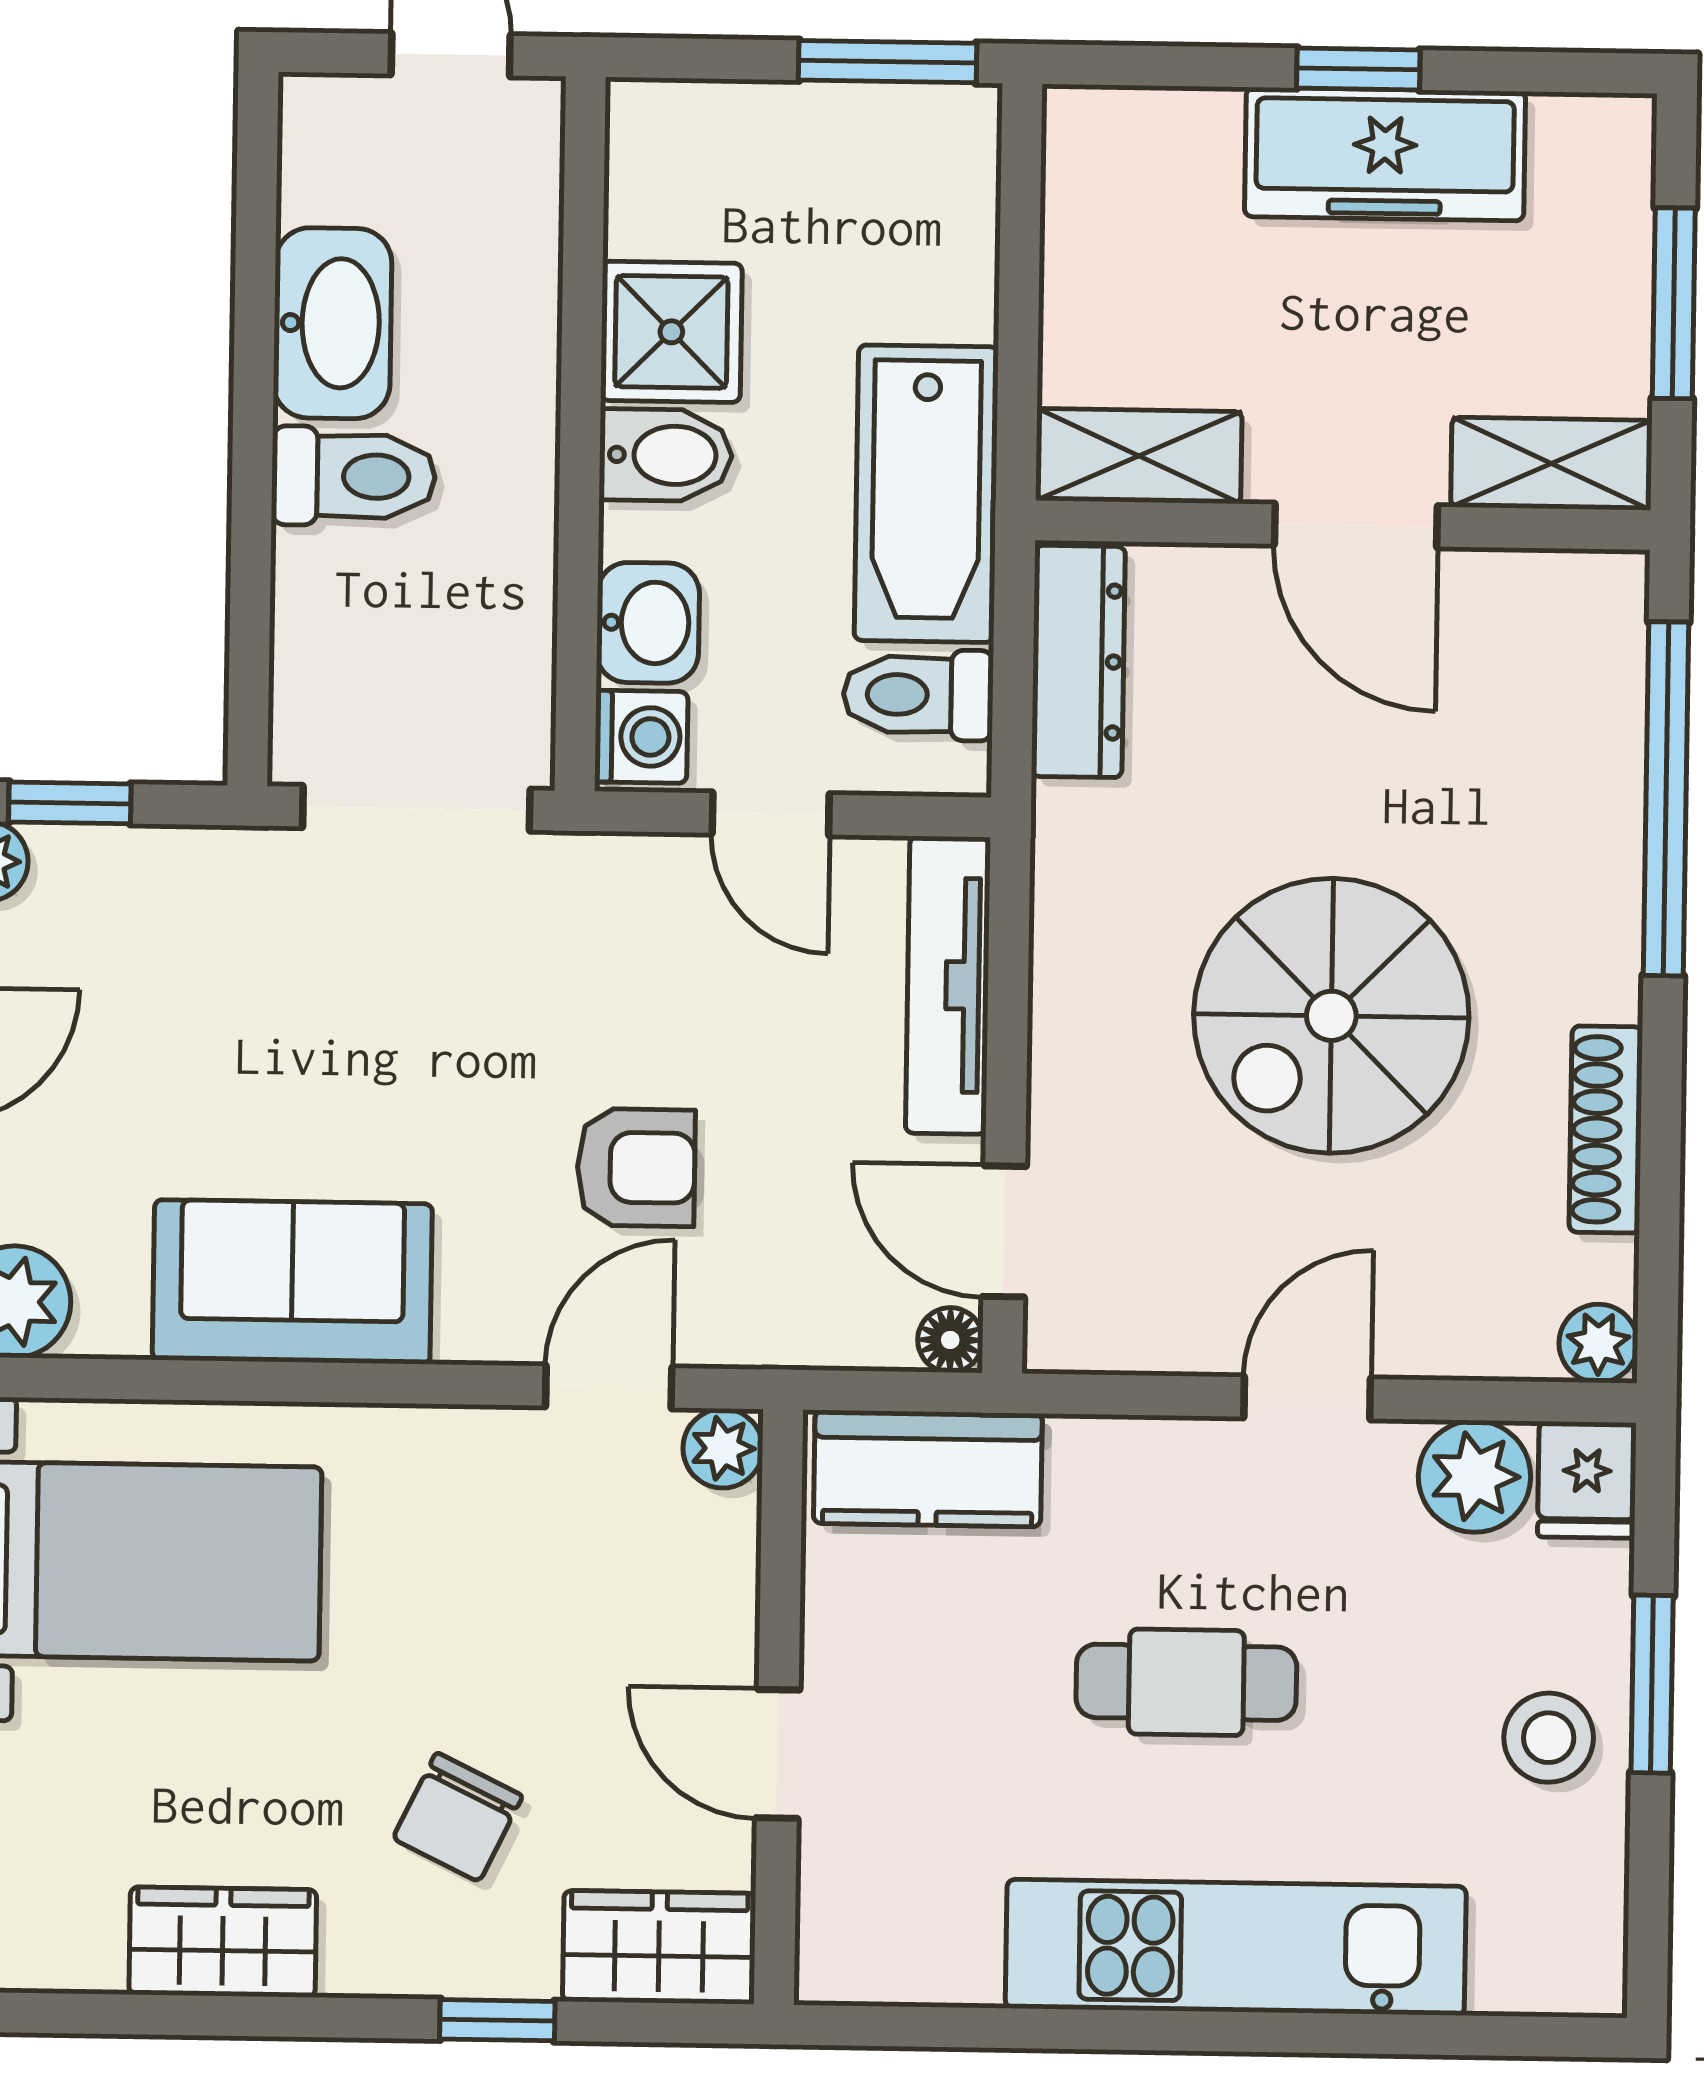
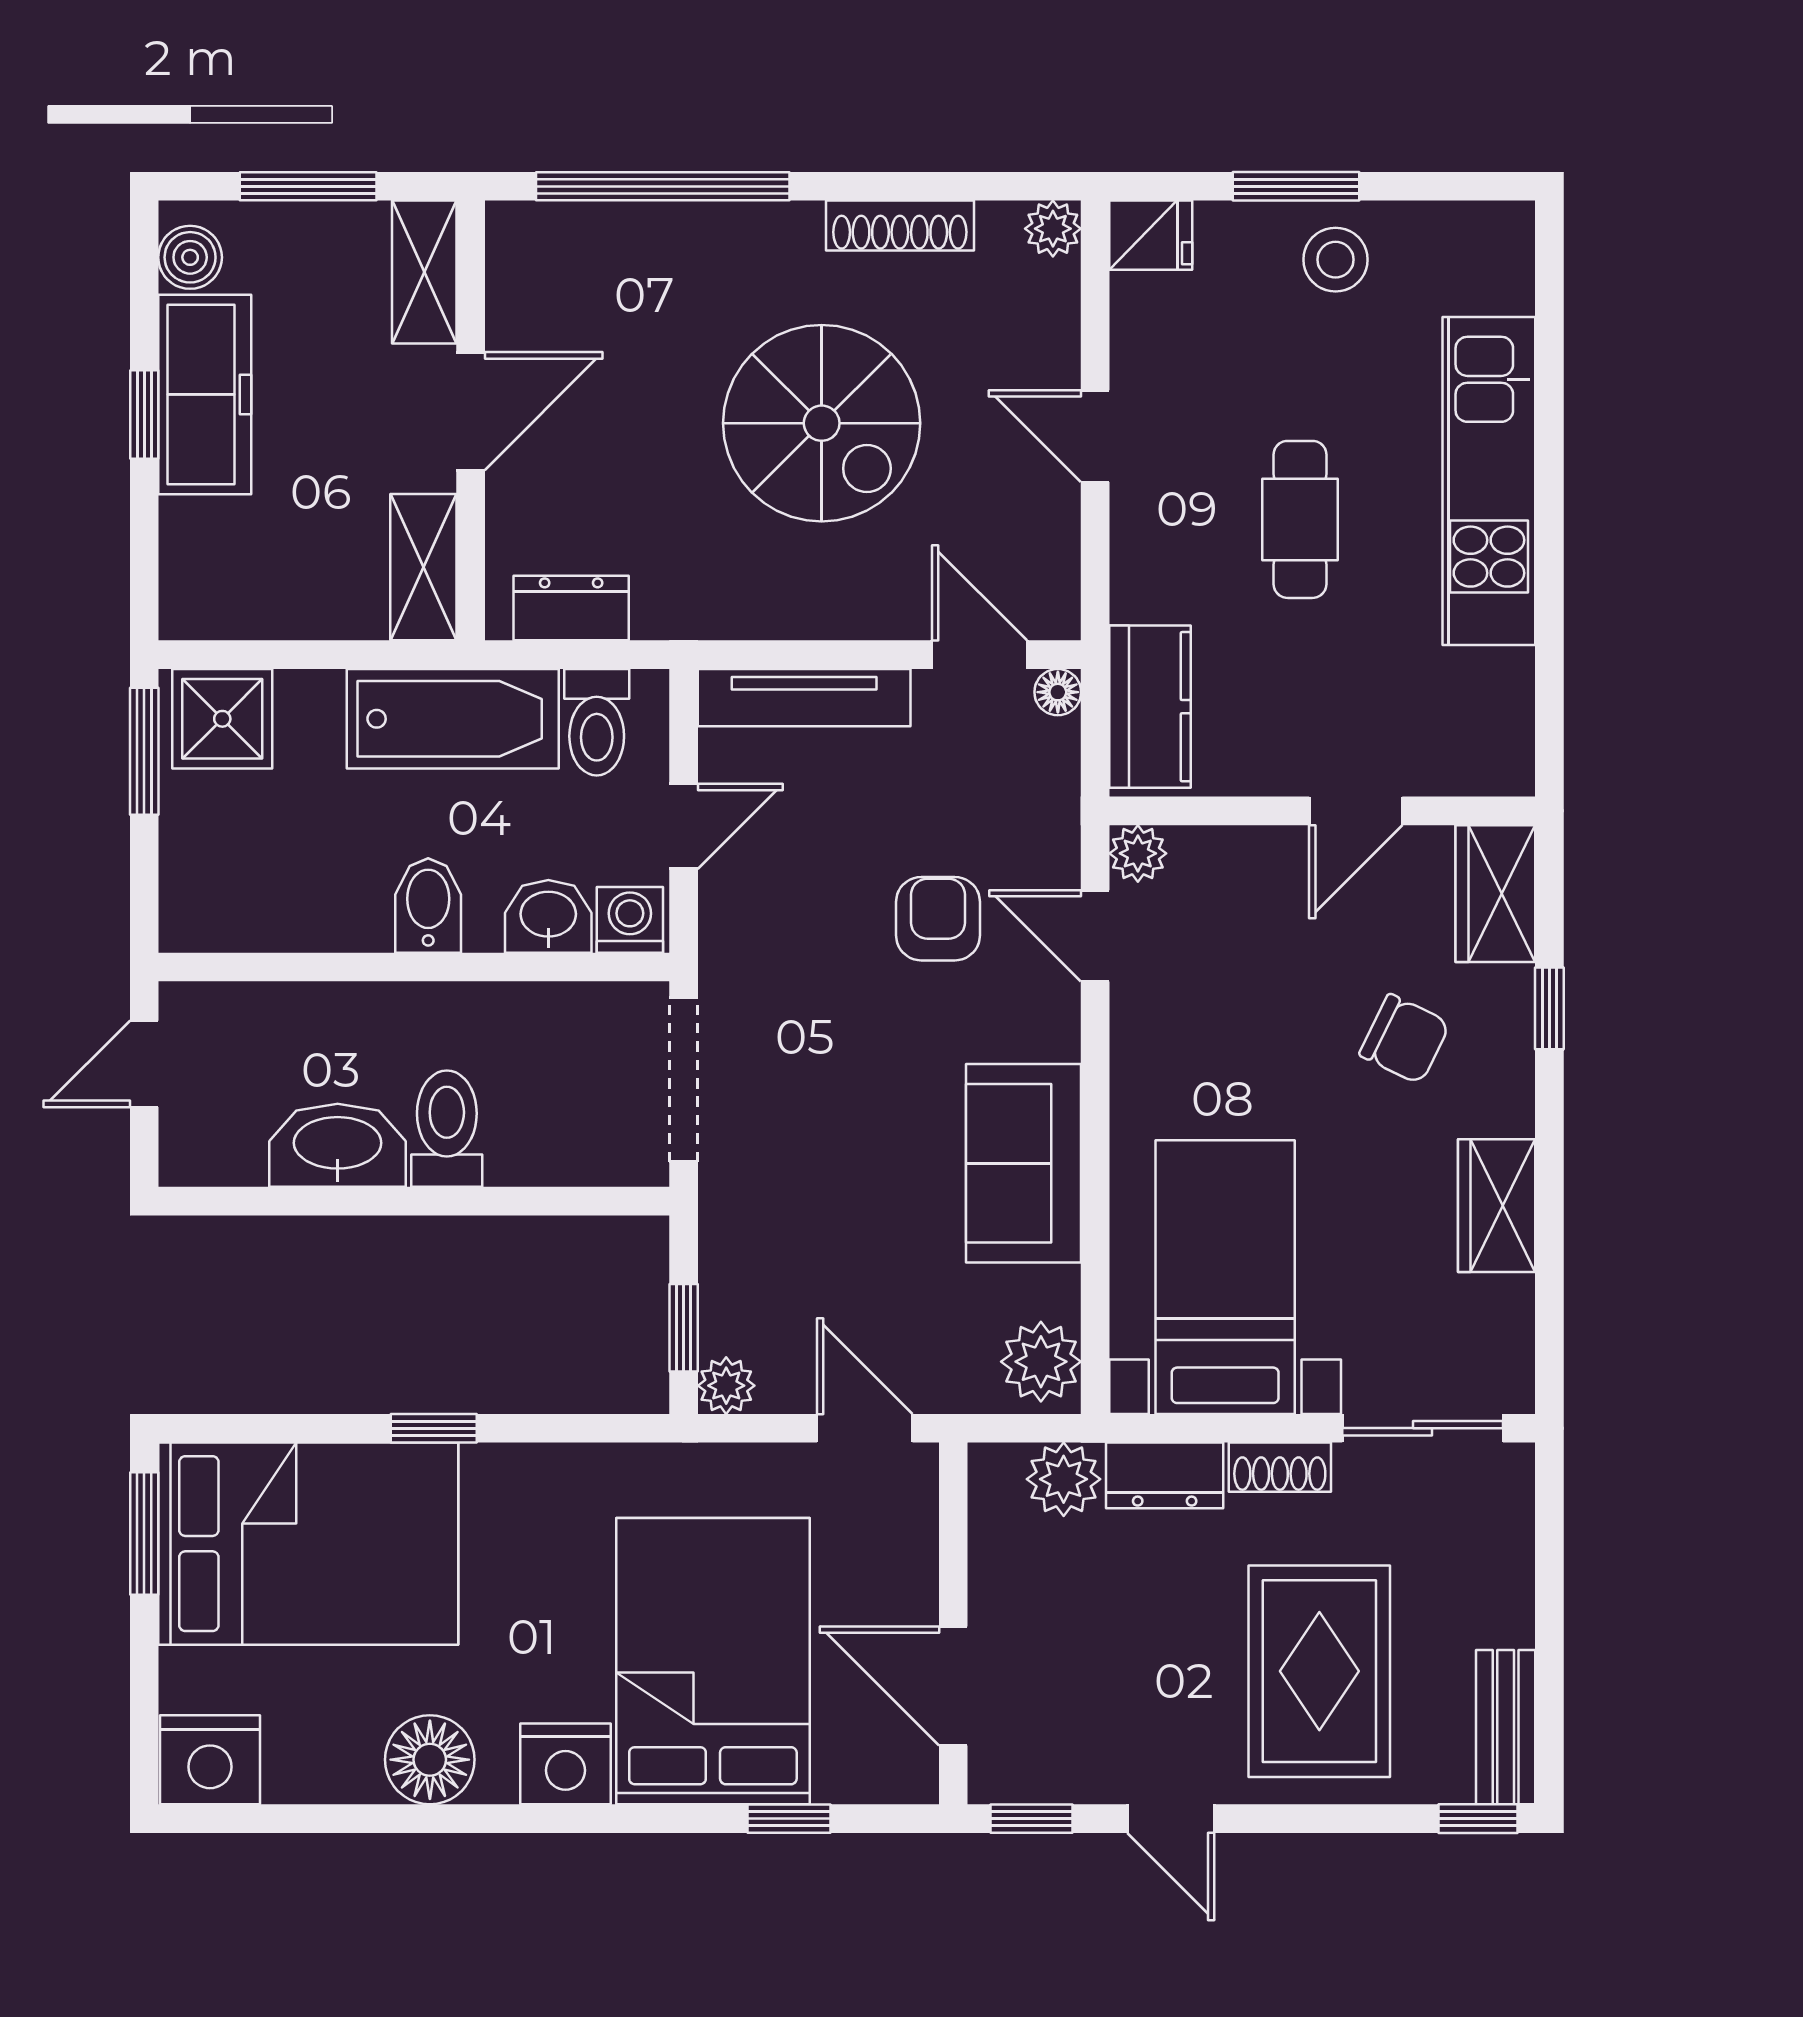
boiler: (1577, 137) -> (190, 257), added
shower: (671, 332) -> (222, 719), moved
dresser: (1078, 661) -> (571, 608), width x0.70
door: (1004, 1231) -> (980, 655), swing flipped
plant: (1474, 1476) -> (1149, 316), removed

